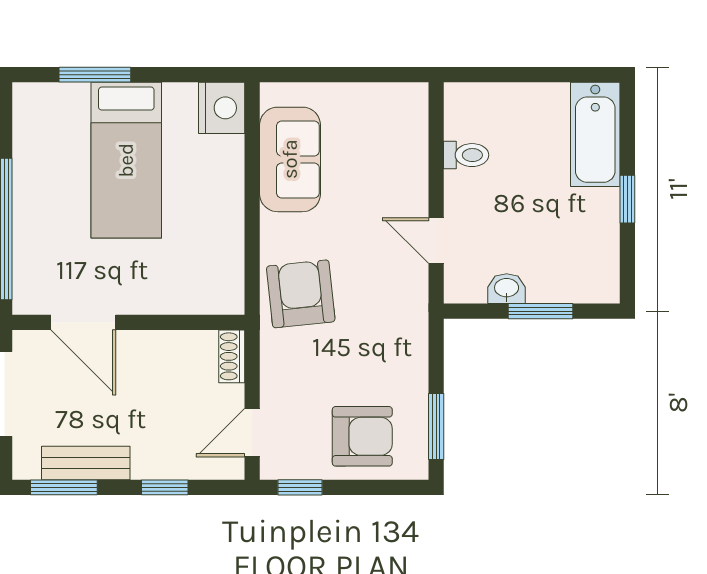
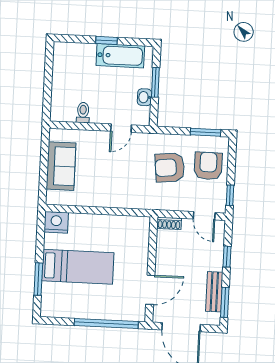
bathtub: (595, 134) -> (120, 56), moved
sofa: (290, 159) -> (61, 166), moved, turned 90
armchair: (301, 294) -> (170, 167), moved

